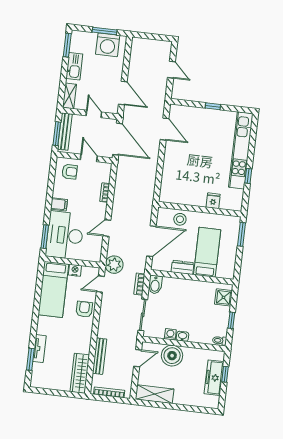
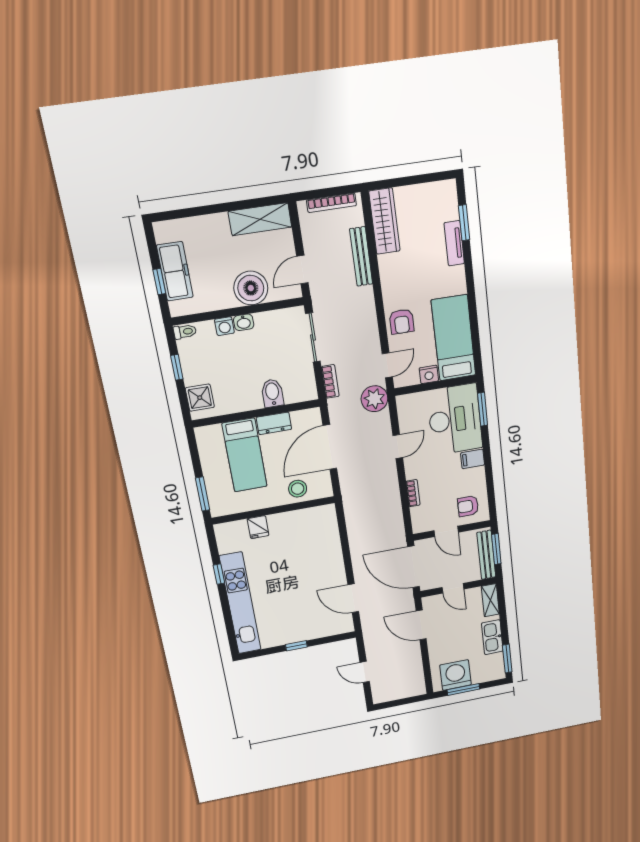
bidet: (155, 285) -> (272, 393), moved
washing machine: (170, 334) -> (224, 326), moved

